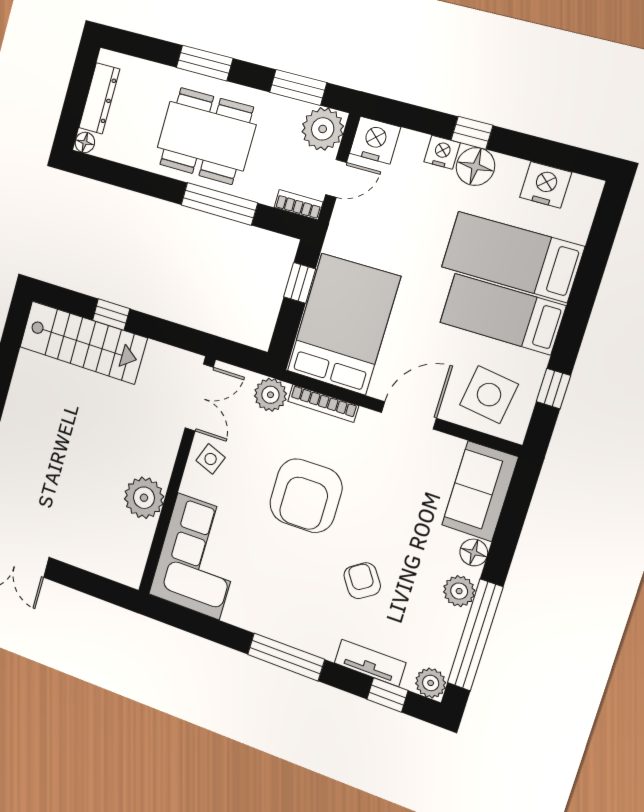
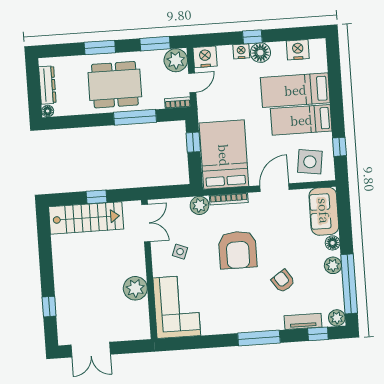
double door: (199, 398) -> (146, 223), moved
wall: (177, 476) -> (149, 269), moved
plant: (144, 498) -> (135, 288), moved
corner sofa: (198, 556) -> (177, 307), moved

